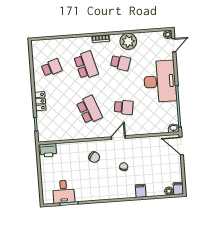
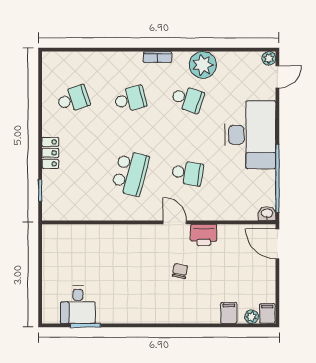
school desk: (86, 65) -> (130, 99), width x0.54
school desk: (89, 110) -> (130, 173), turned 36
door: (118, 138) -> (175, 222), hinge flipped
printer: (48, 150) -> (204, 235), moved
chair: (94, 157) -> (133, 252), removed
filing cabinet: (141, 191) -> (229, 313), moved

